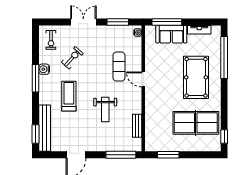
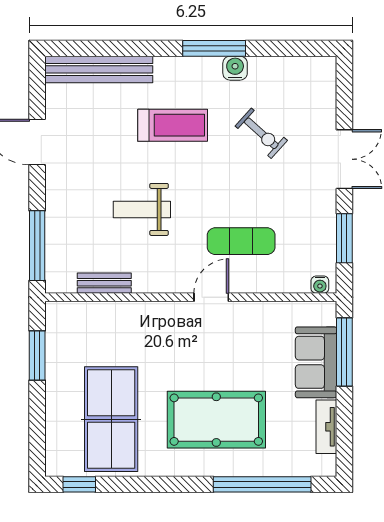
exercise bike: (51, 40) -> (303, 84), removed
window: (36, 134) -> (85, 48), removed

